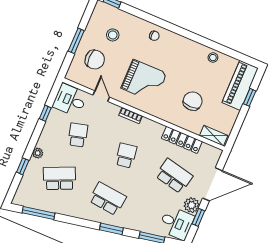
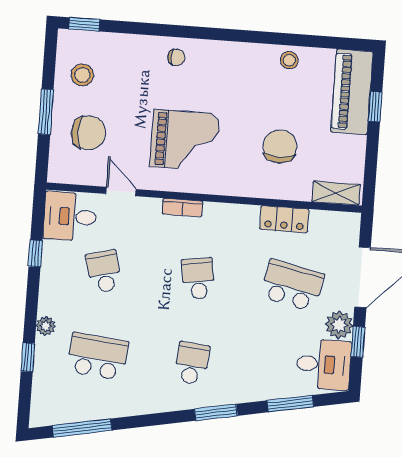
stool: (113, 35) -> (82, 75), moved
locker: (182, 140) -> (284, 219), width x0.66
school desk: (59, 178) -> (98, 356), turned 30
school desk: (108, 199) -> (192, 363), width x0.54

